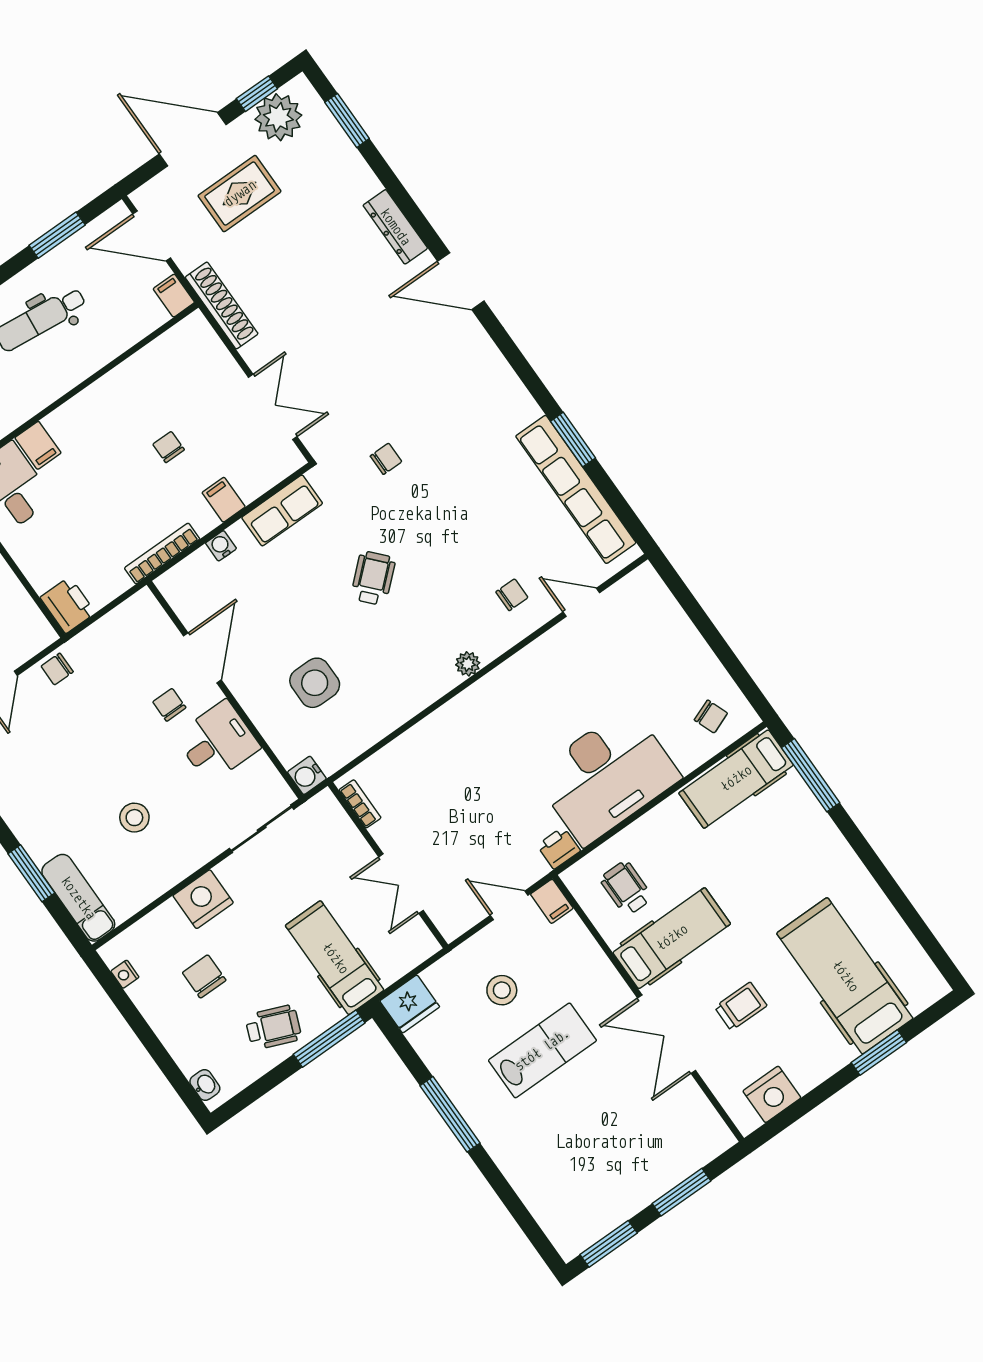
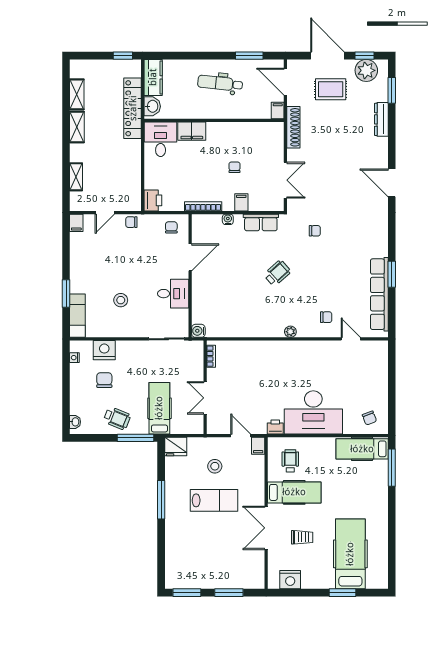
dresser: (395, 227) -> (381, 119), moved
filing cabinet: (38, 445) -> (192, 131), width x2.00
side table: (315, 683) -> (227, 297), removed
chair: (169, 705) -> (171, 227), moved
nightstand: (203, 899) -> (104, 350), moved

